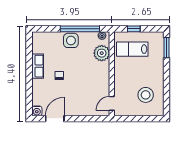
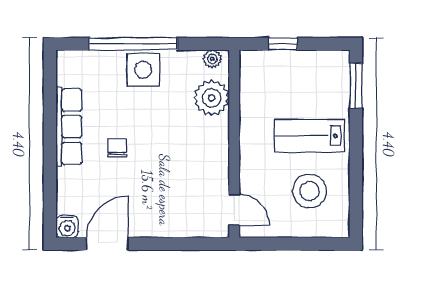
window: (80, 29) -> (133, 44), moved
lab bench: (132, 49) -> (310, 136), moved
row of seats: (38, 66) -> (69, 127), width x1.48
door: (112, 103) -> (234, 210), swing flipped

